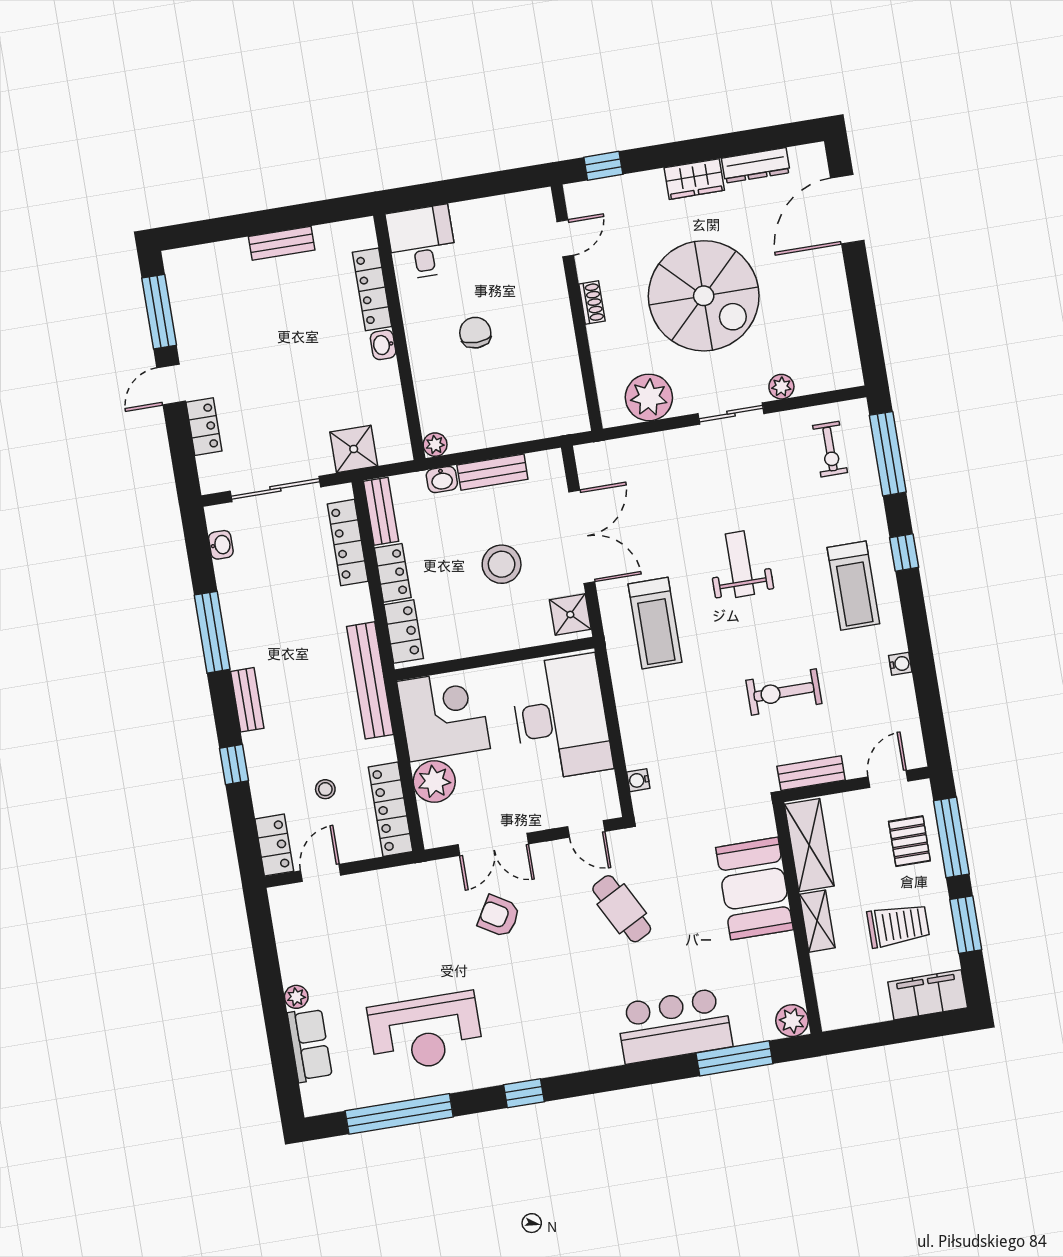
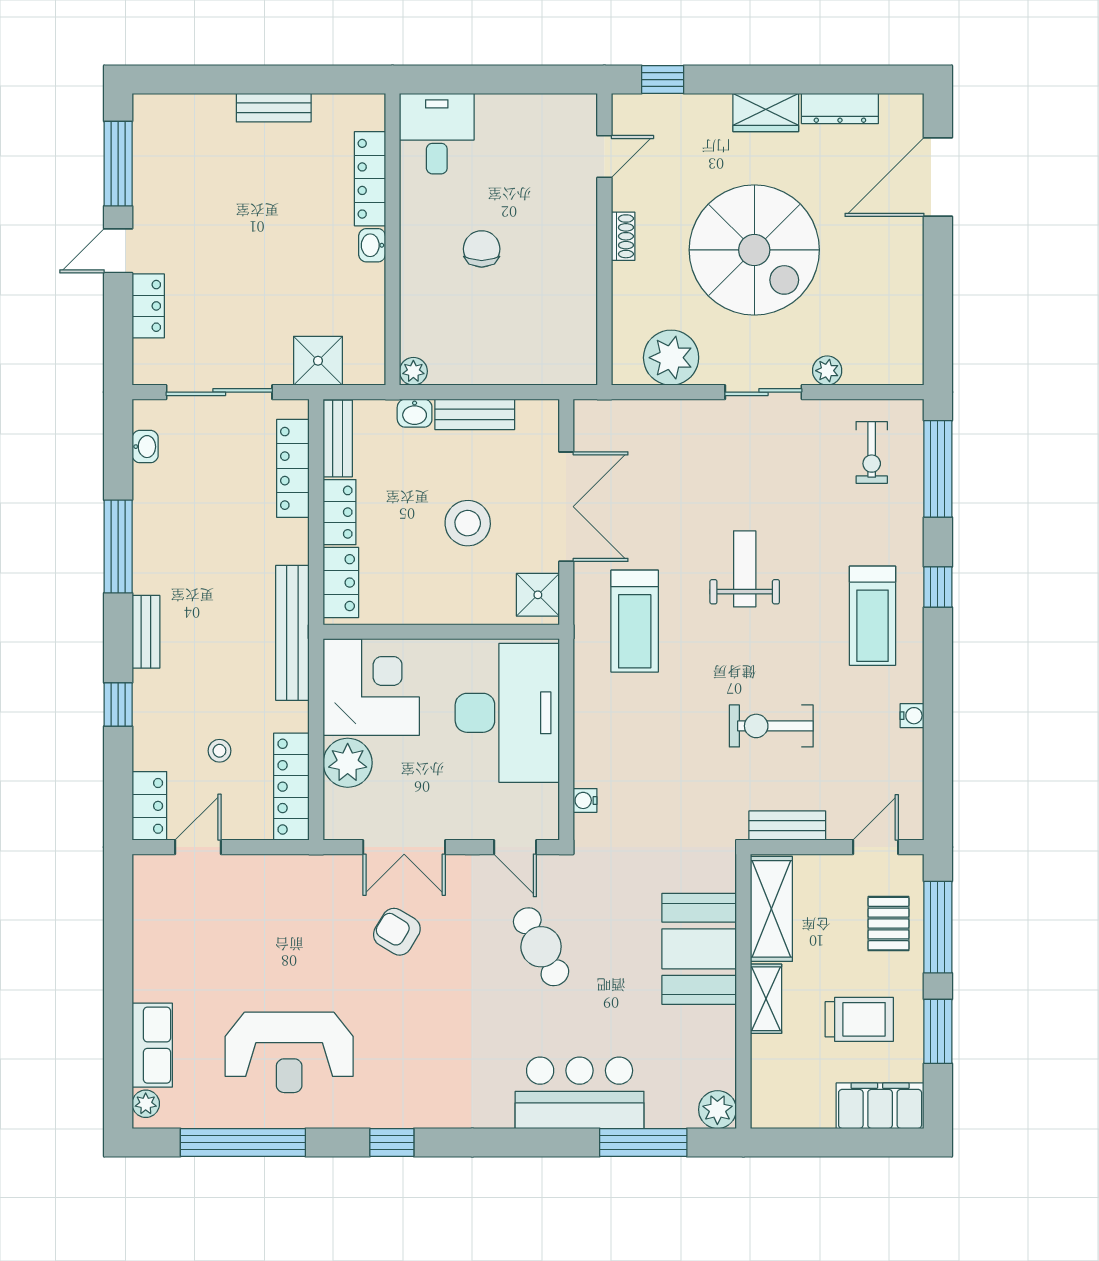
plant: (296, 997) -> (146, 1104), moved

